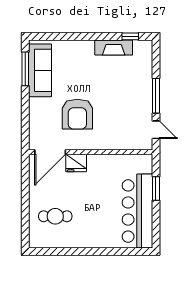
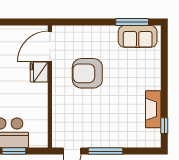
sofa: (40, 70) -> (138, 36), width x0.73
door: (50, 152) -> (50, 46), hinge flipped

